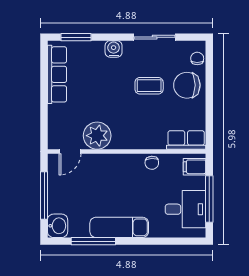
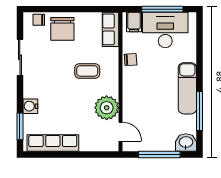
water cooler: (114, 49) -> (30, 106), moved
coffee table: (149, 86) -> (87, 71), moved, turned 90
desk: (185, 209) -> (165, 30), width x1.37

